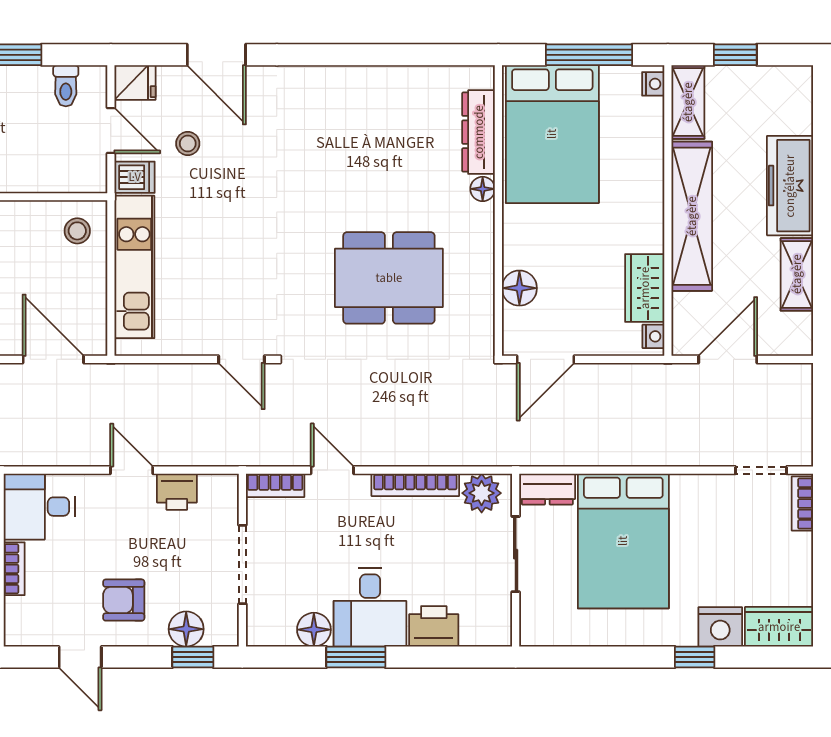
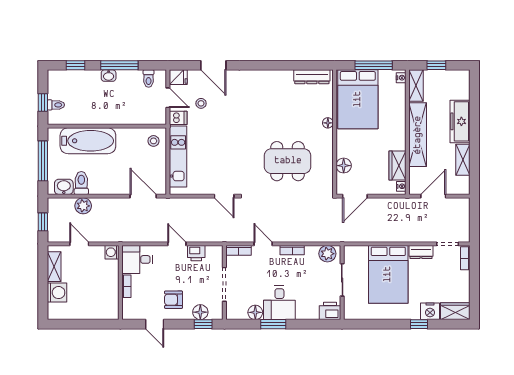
dresser: (479, 132) -> (312, 77), moved, turned -90
bookcase: (415, 485) -> (292, 250), width x0.64
dresser: (547, 489) -> (421, 252), moved
printer: (434, 626) -> (330, 311), moved

